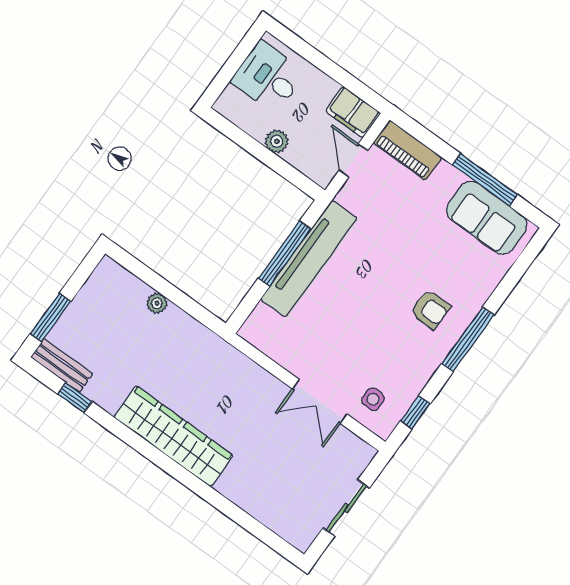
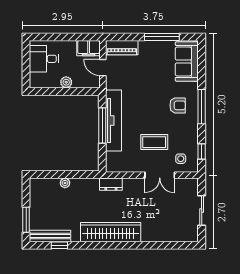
sofa: (487, 218) -> (187, 61), moved, turned 90
coffee table: (350, 341) -> (154, 142), added
dresser: (230, 359) -> (111, 184), added
bench: (62, 366) -> (50, 236), width x1.36

